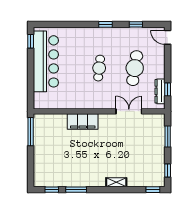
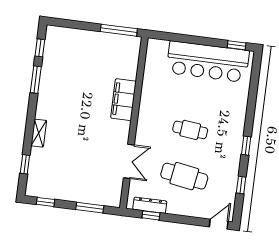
window: (153, 190) -> (25, 164), moved

